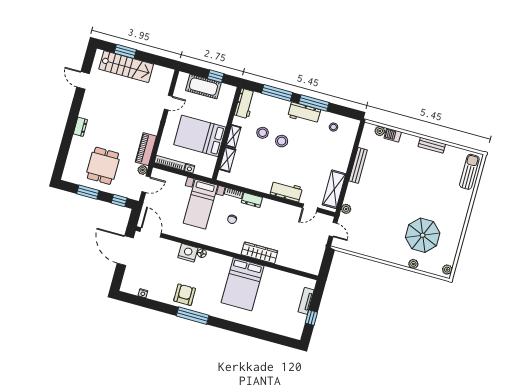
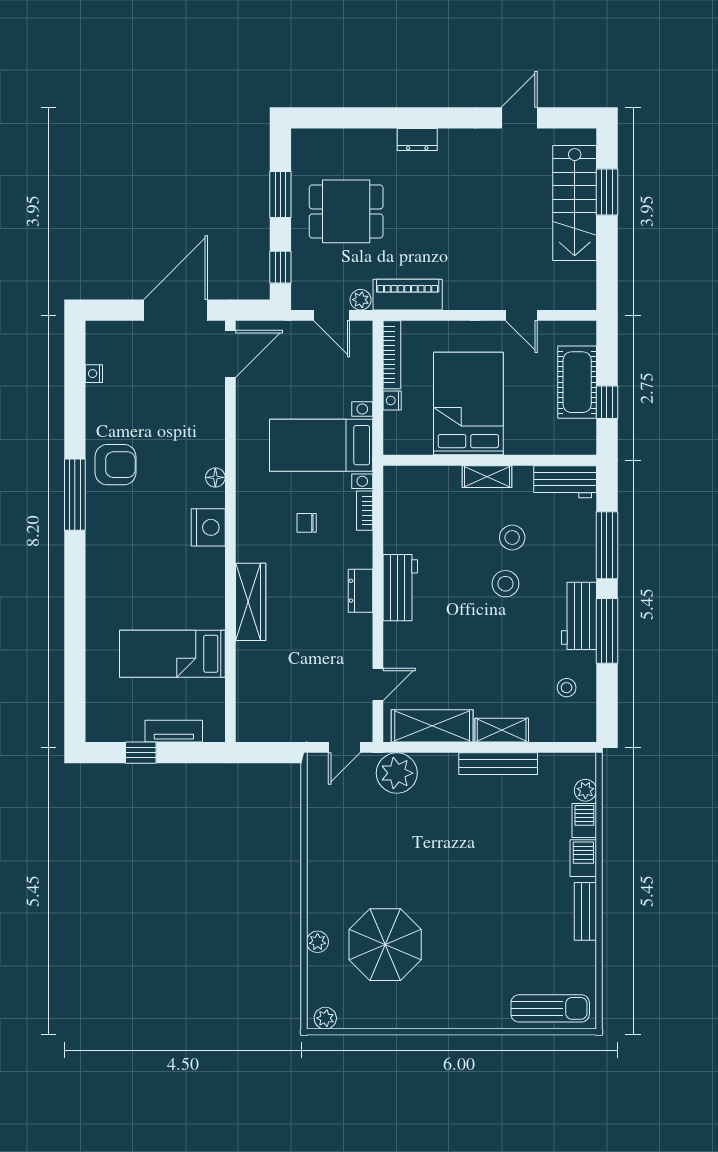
barbecue: (409, 140) -> (583, 858), added
shelving: (228, 160) -> (502, 730), moved
workbench: (286, 191) -> (400, 588), moved
dresser: (252, 200) -> (360, 591), moved
door: (310, 208) -> (378, 685), swing flipped
plant: (346, 209) -> (397, 773), width x1.88, depth x1.88
nightstand: (188, 253) -> (208, 527), moved
bed: (243, 284) -> (172, 654), moved, width x0.67

